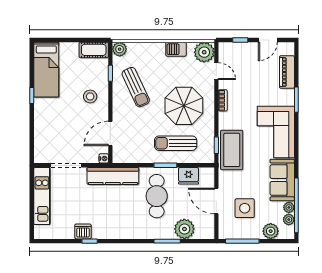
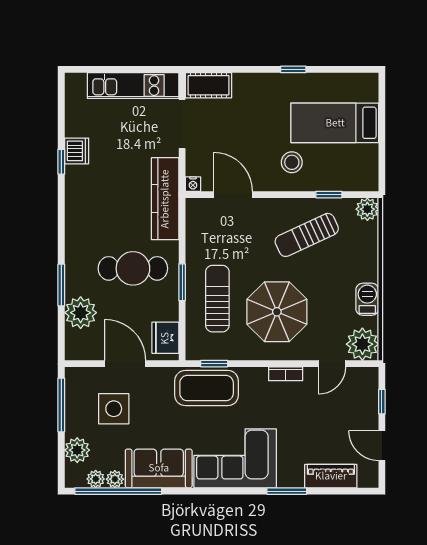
cot: (94, 50) -> (209, 85), moved, turned 90
bed: (46, 70) -> (335, 123), moved
fridge: (189, 176) -> (165, 338), moved
door: (216, 201) -> (125, 364), hinge flipped

